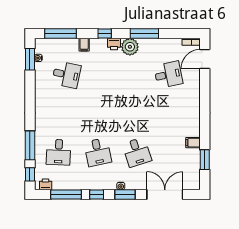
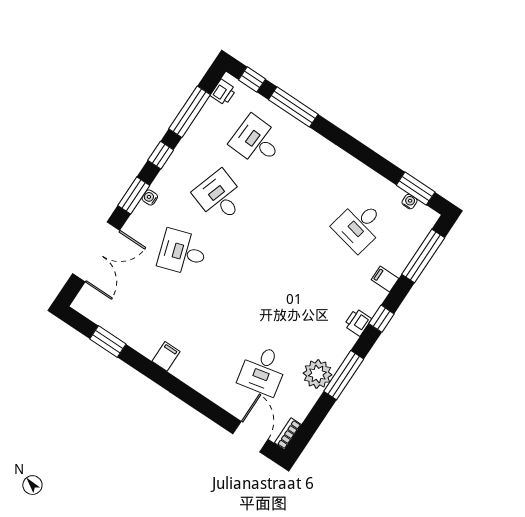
plant: (130, 47) -> (317, 374), moved
filing cabinet: (193, 143) -> (166, 356), moved
desk: (98, 152) -> (220, 197), turned 30

